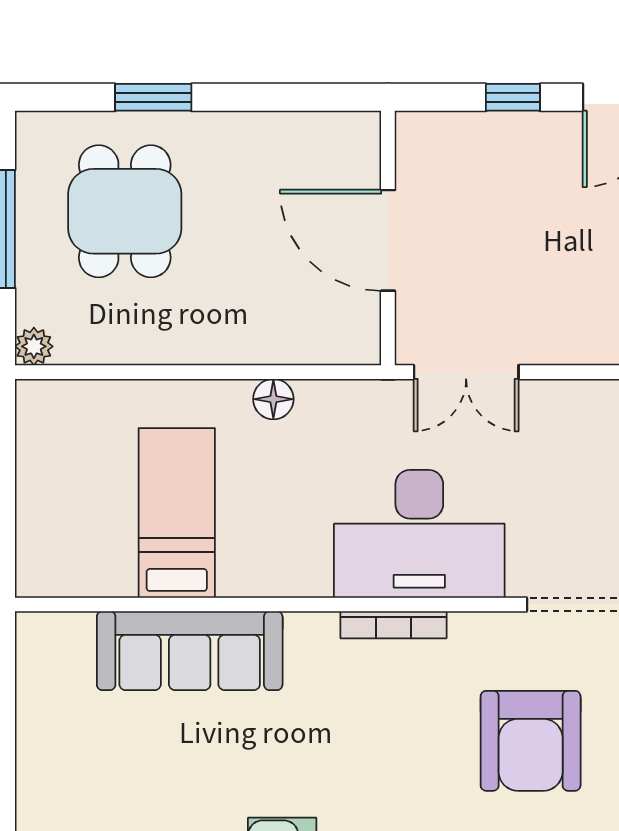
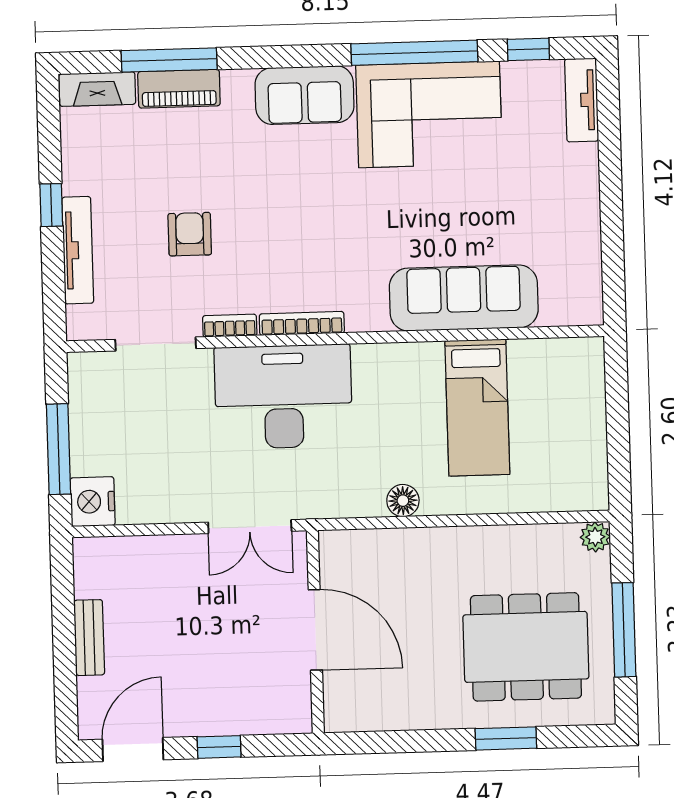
dining table: (125, 211) -> (526, 647), width x1.38
double door: (466, 372) -> (250, 527), swing flipped
bookcase: (484, 625) -> (230, 326), added
armchair: (531, 741) -> (190, 234), width x0.53, depth x0.53

